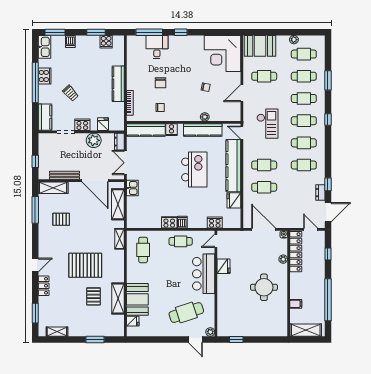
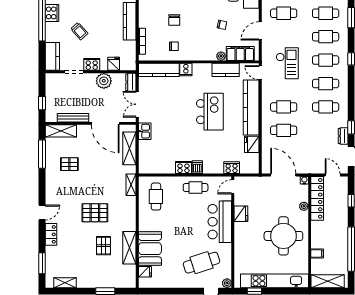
filing cabinet: (223, 114) -> (240, 53), added
kitchen counter: (203, 130) -> (226, 70), width x0.67
pallet: (85, 265) -> (95, 213), width x0.73, depth x0.71
round table: (264, 287) -> (283, 236), width x1.36, depth x1.36
kitchen unit: (255, 330) -> (274, 281), added

